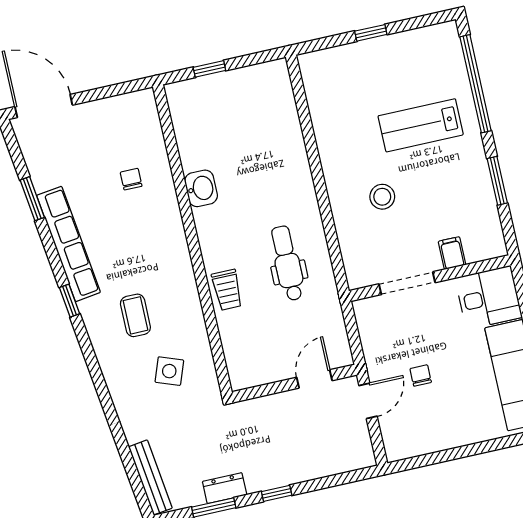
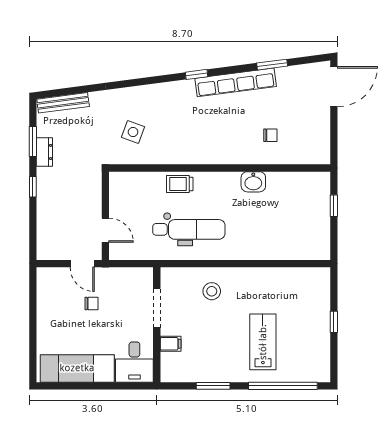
stool: (382, 197) -> (212, 291), moved
dental chair: (287, 263) -> (189, 229), width x1.36, depth x1.38
coffee table: (135, 315) -> (176, 117), removed

